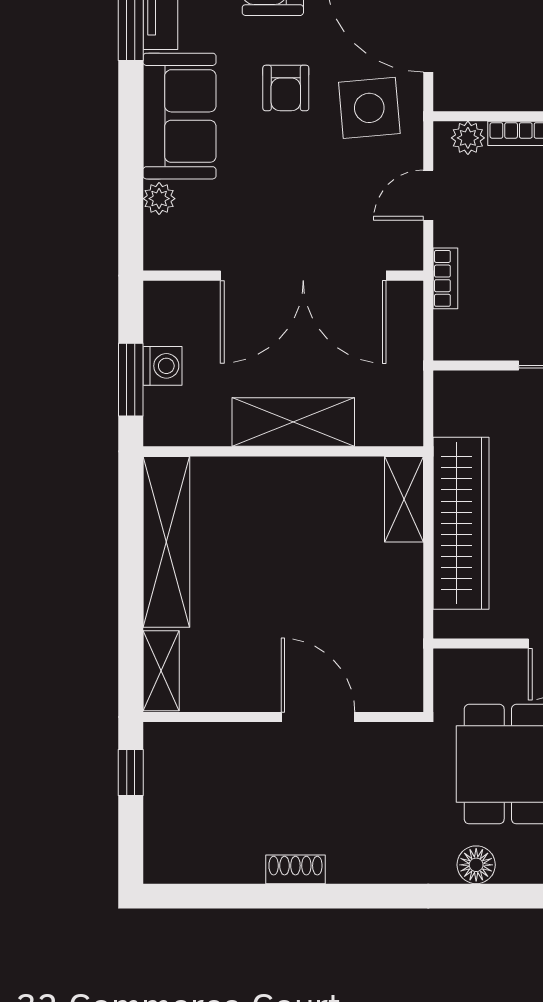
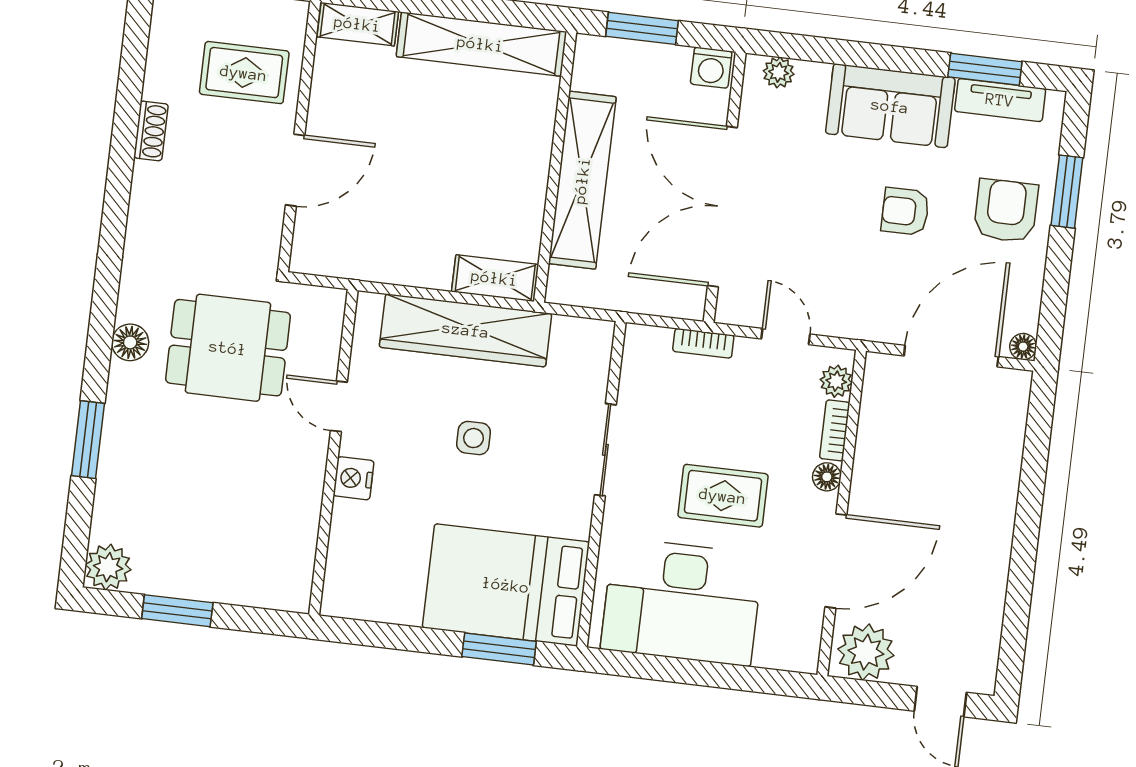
side table: (369, 108) -> (876, 290), removed
plant: (159, 199) -> (779, 72), moved
washing machine: (162, 366) -> (711, 68), moved
shelving: (293, 422) -> (582, 180), width x1.47
rug: (224, 781) -> (244, 73), added
floor lamp: (476, 865) -> (130, 342), moved

